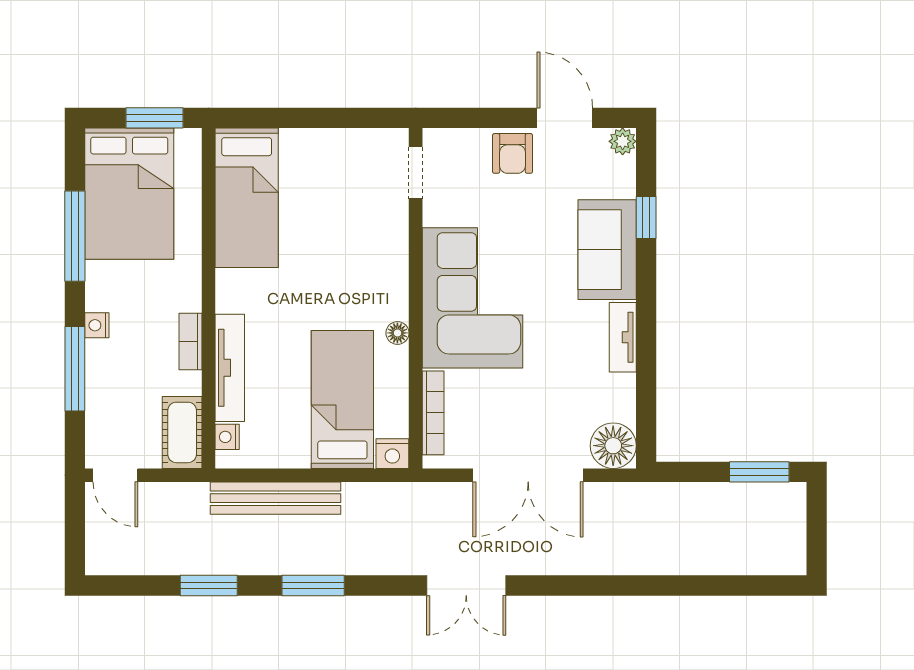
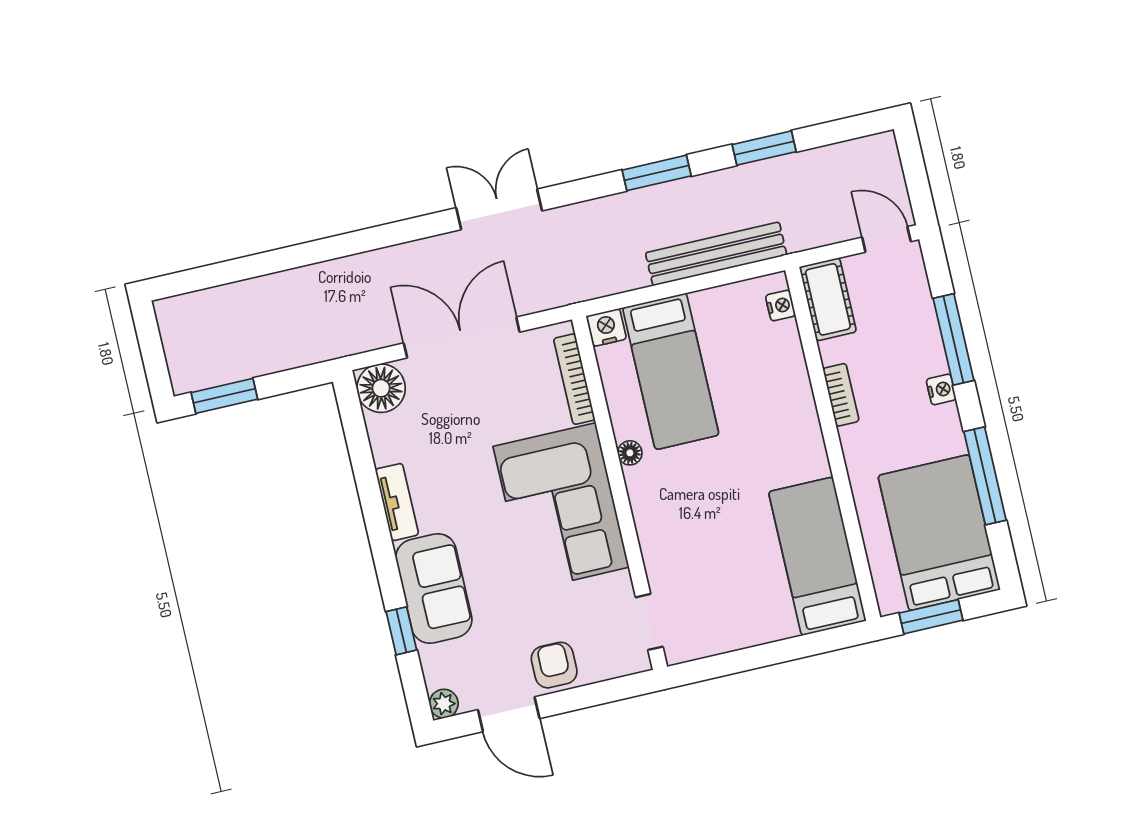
tv unit: (230, 368) -> (794, 377), removed

